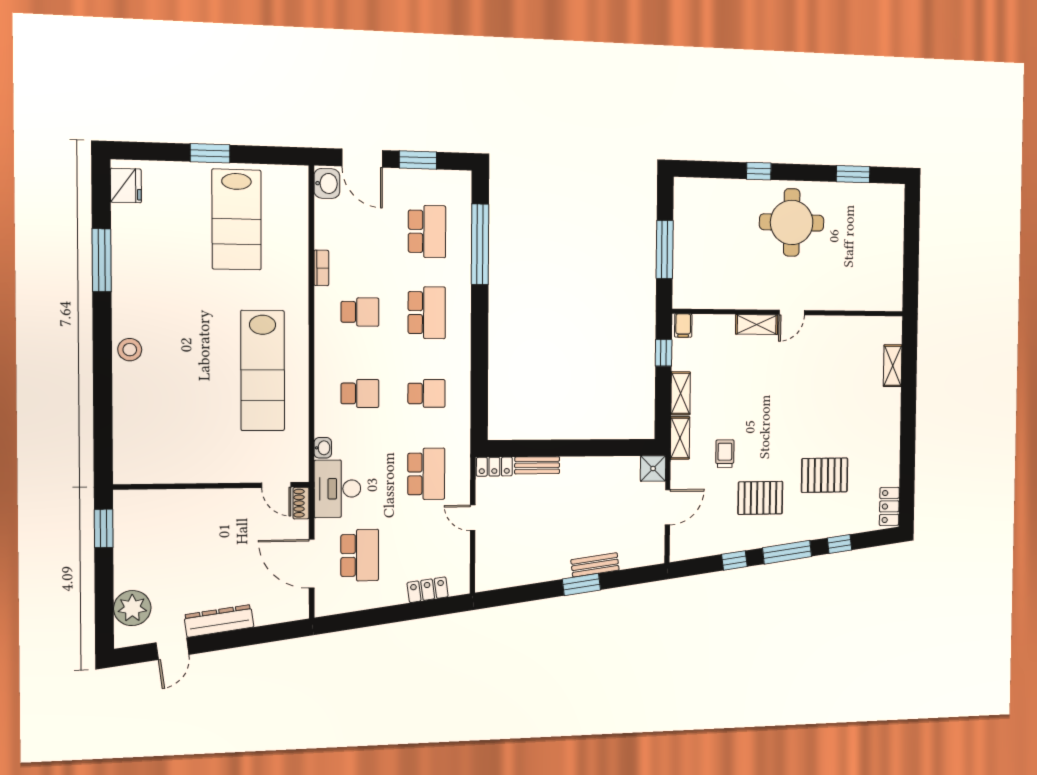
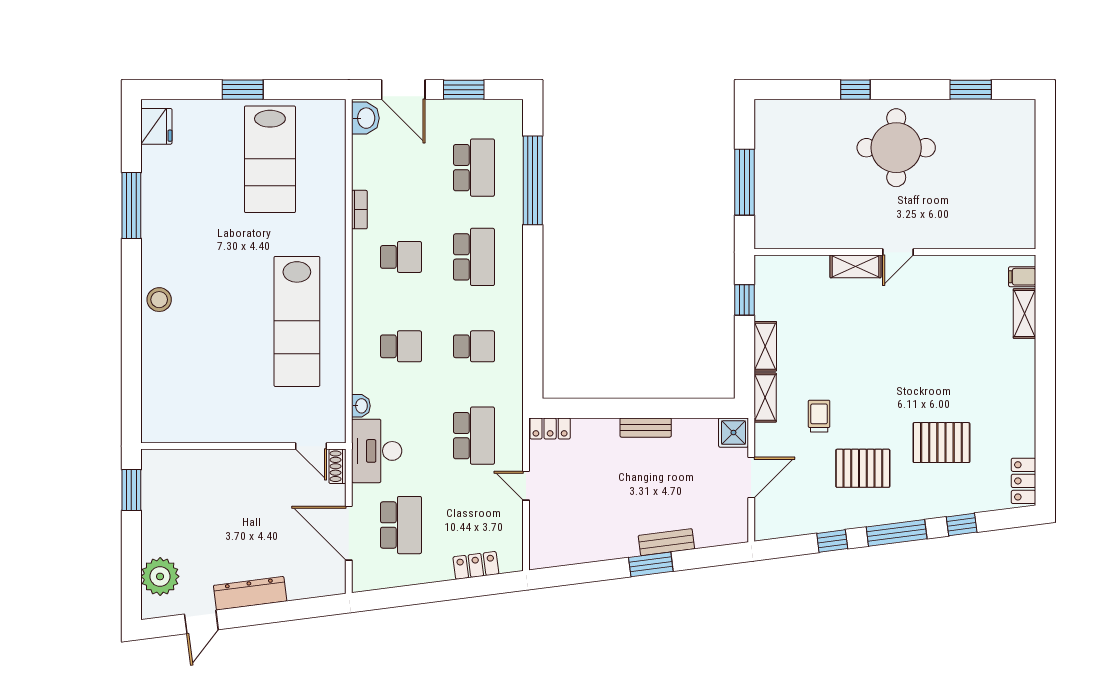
filing cabinet: (683, 326) -> (1022, 277), moved, turned 90
bench: (537, 465) -> (646, 428), moved

